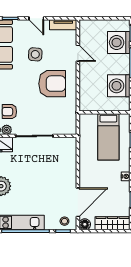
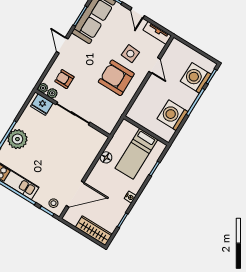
side table: (35, 54) -> (130, 54), moved
armchair: (52, 84) -> (116, 78), turned 180
floor lamp: (85, 224) -> (106, 157), moved

